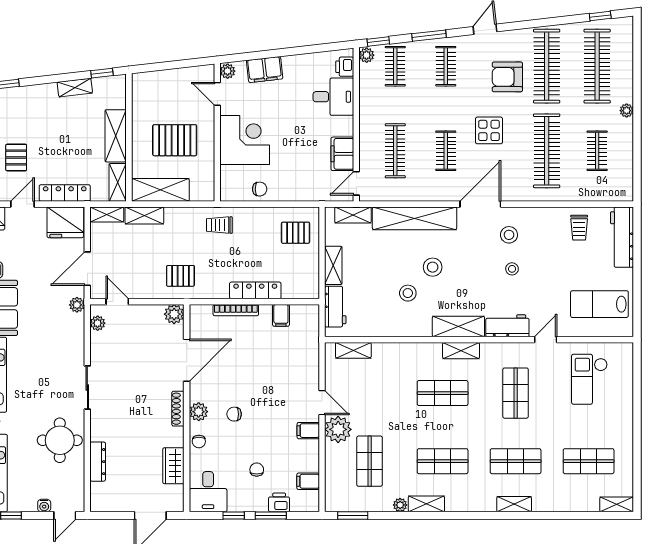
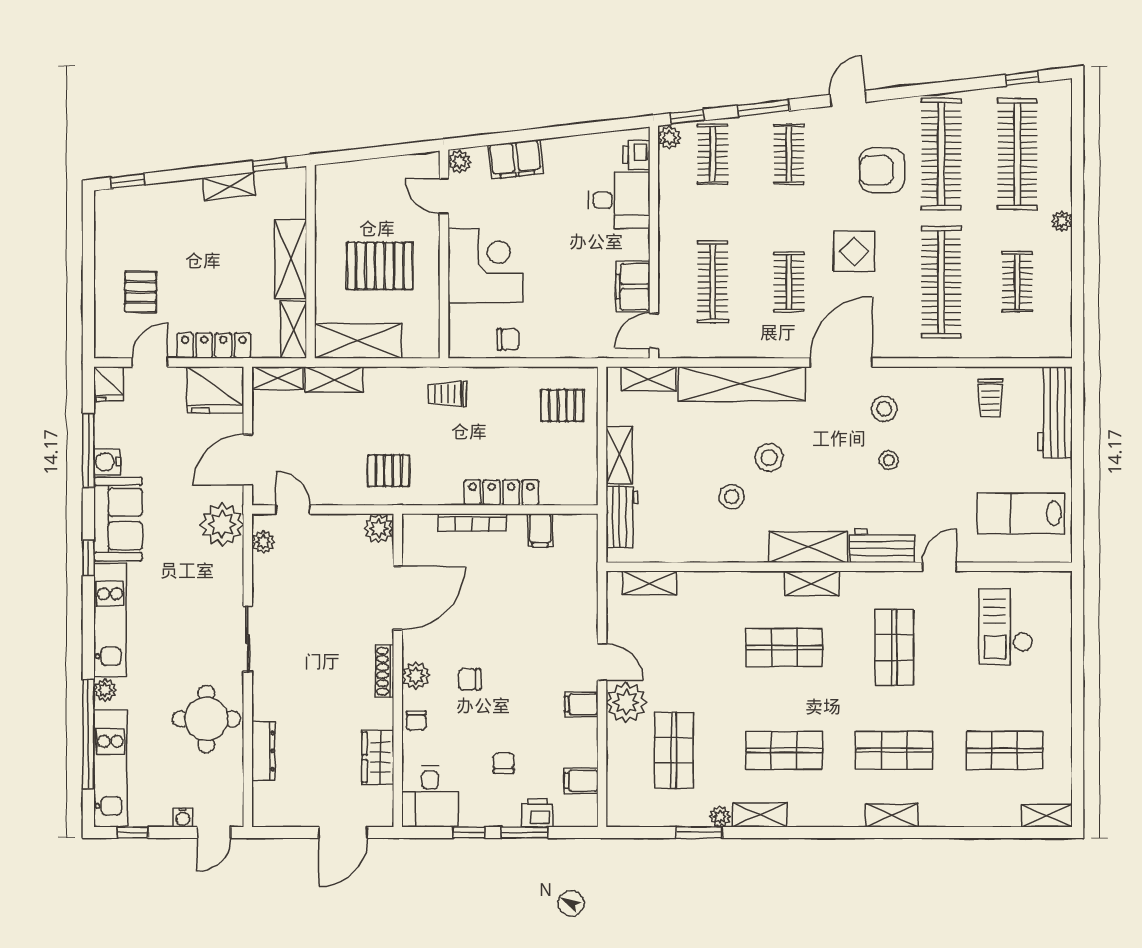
plant: (77, 305) -> (222, 524), width x1.87, depth x1.87
window: (353, 516) -> (699, 832), moved

